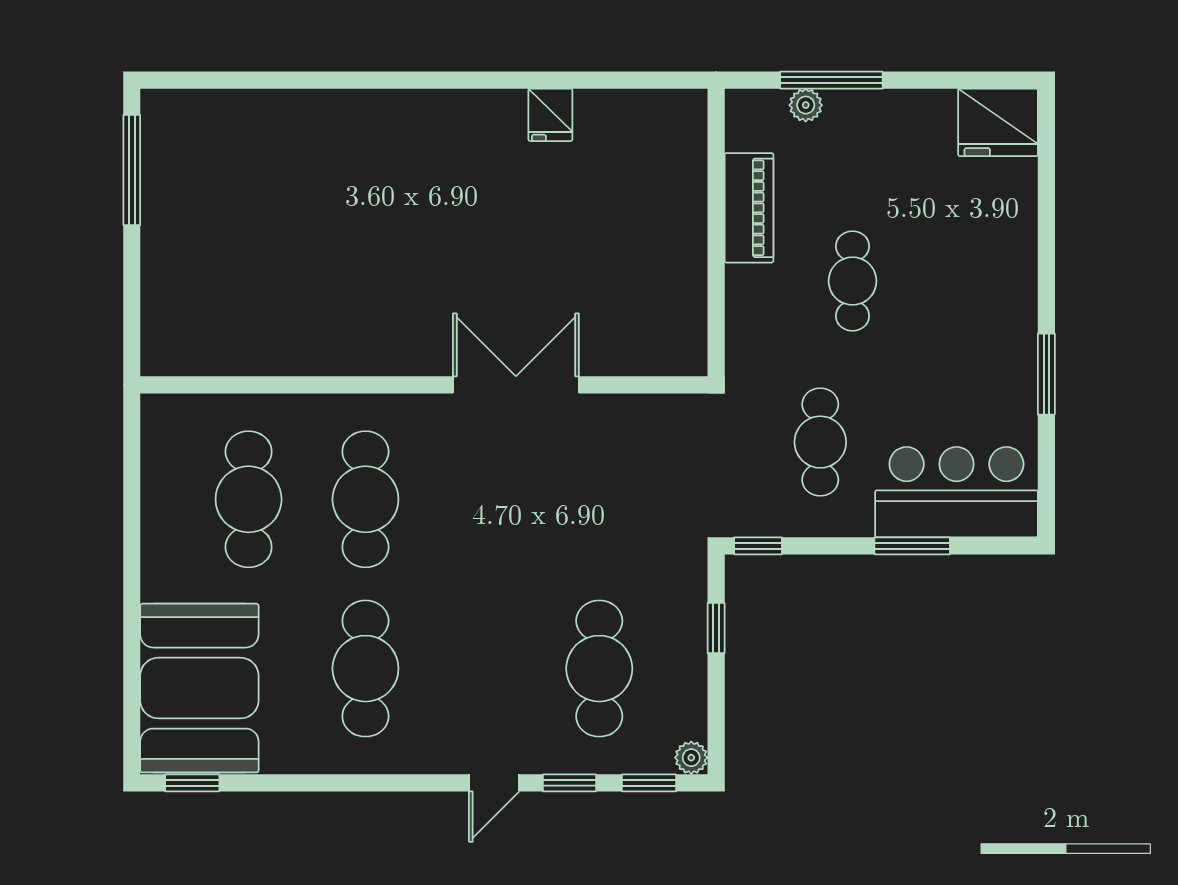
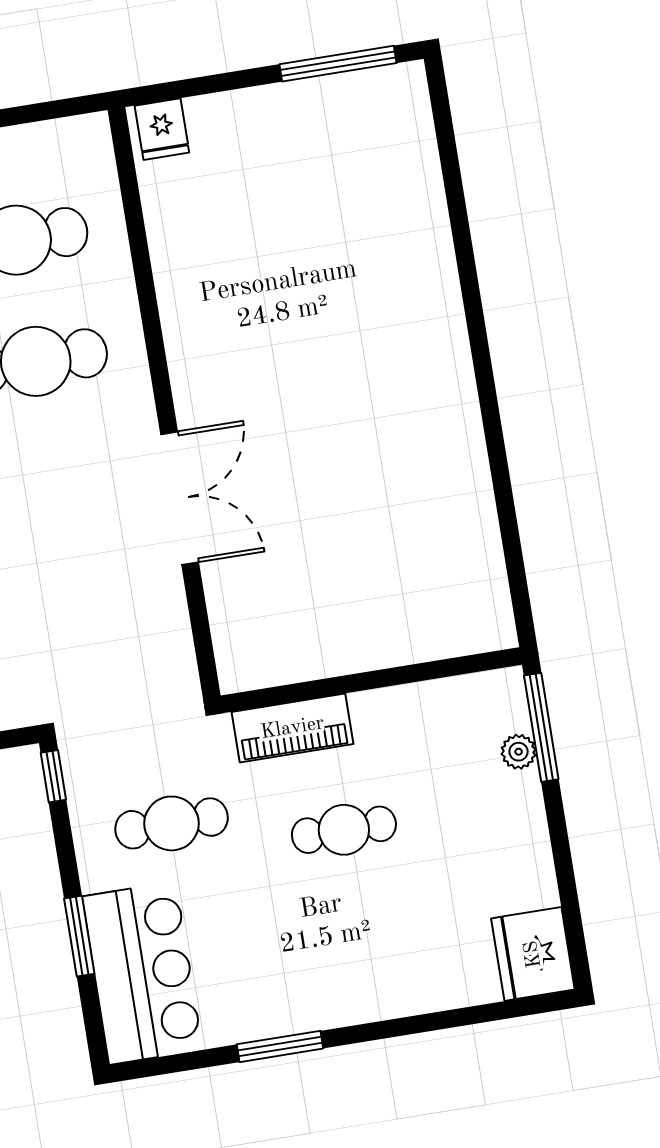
window: (831, 80) -> (541, 727), moved
fridge: (550, 115) -> (162, 129), moved, turned -90
piano: (749, 208) -> (292, 728), moved

